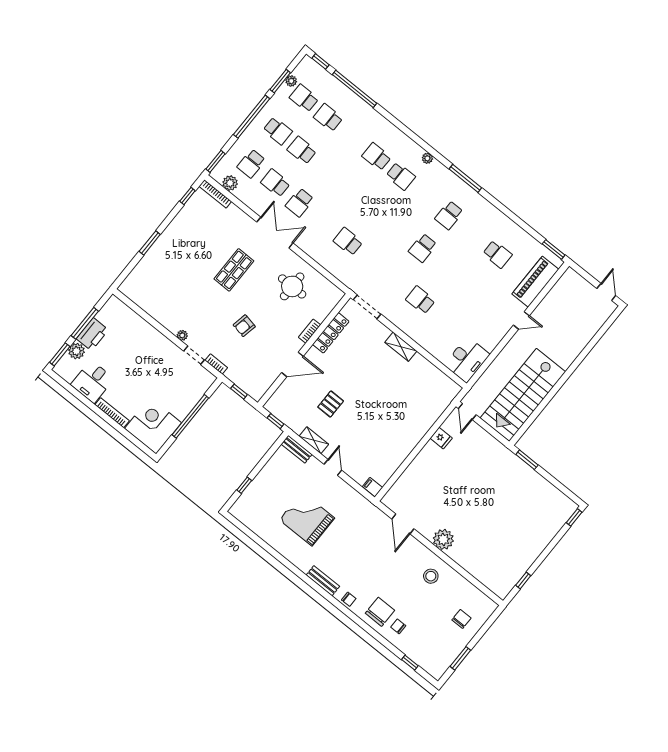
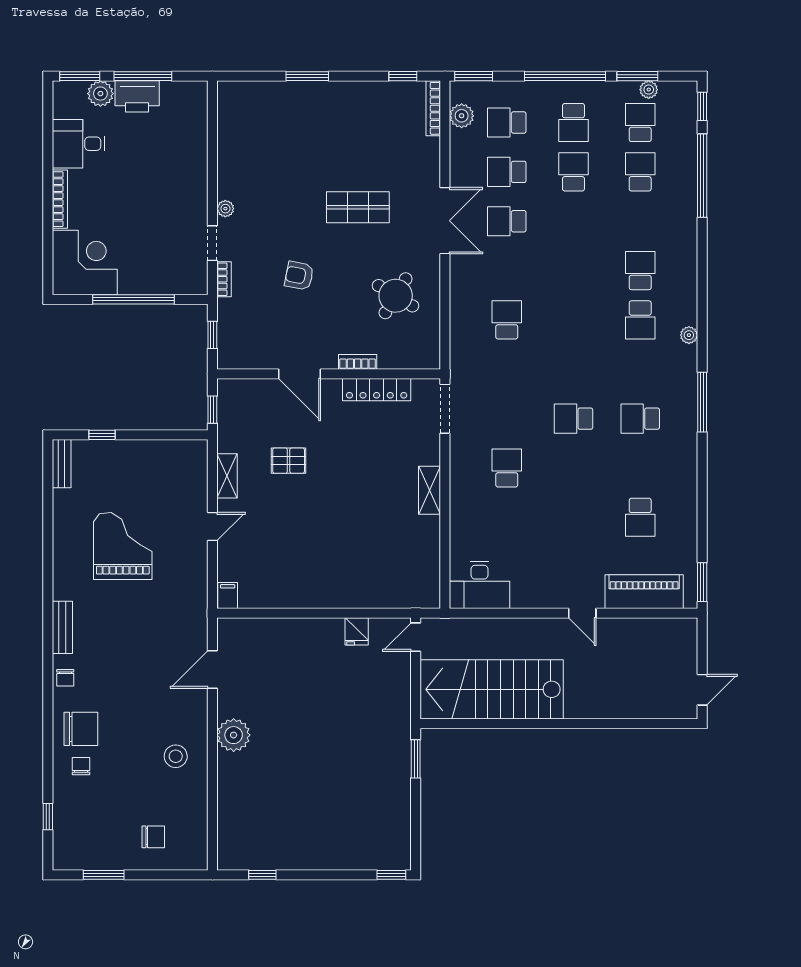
school desk: (275, 183) -> (507, 172), turned -90
round table: (292, 286) -> (396, 296), turned 31
bench: (297, 449) -> (62, 464), moved

